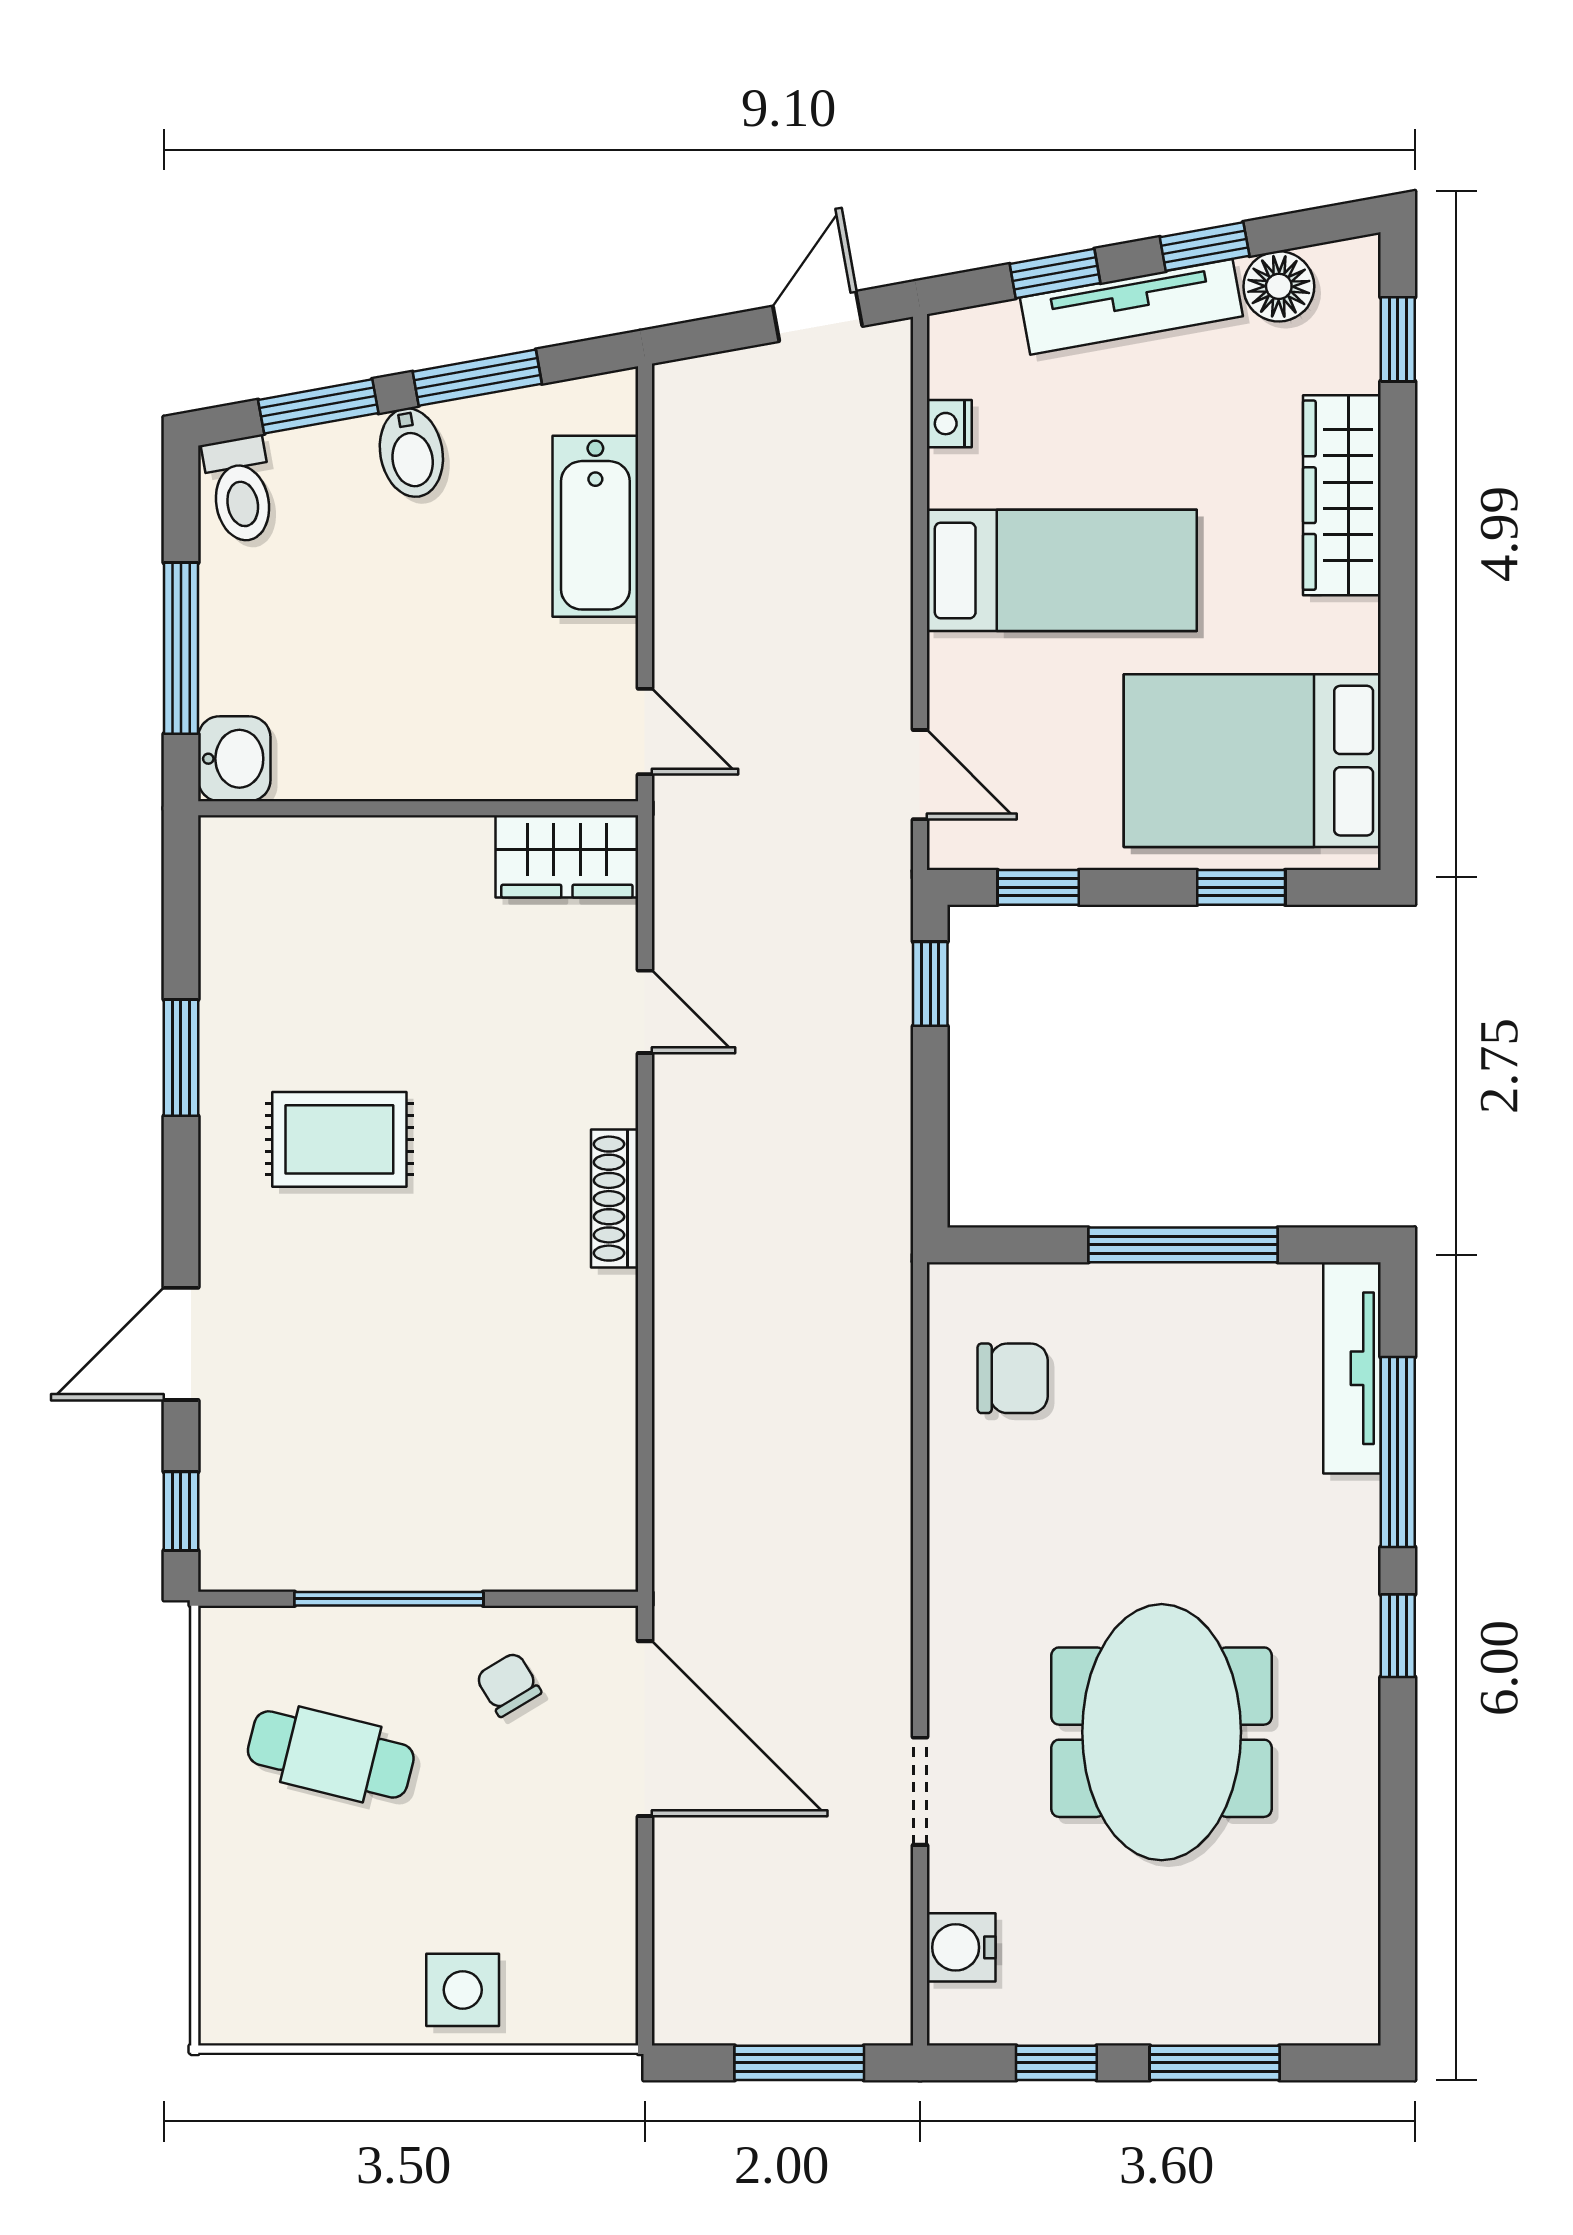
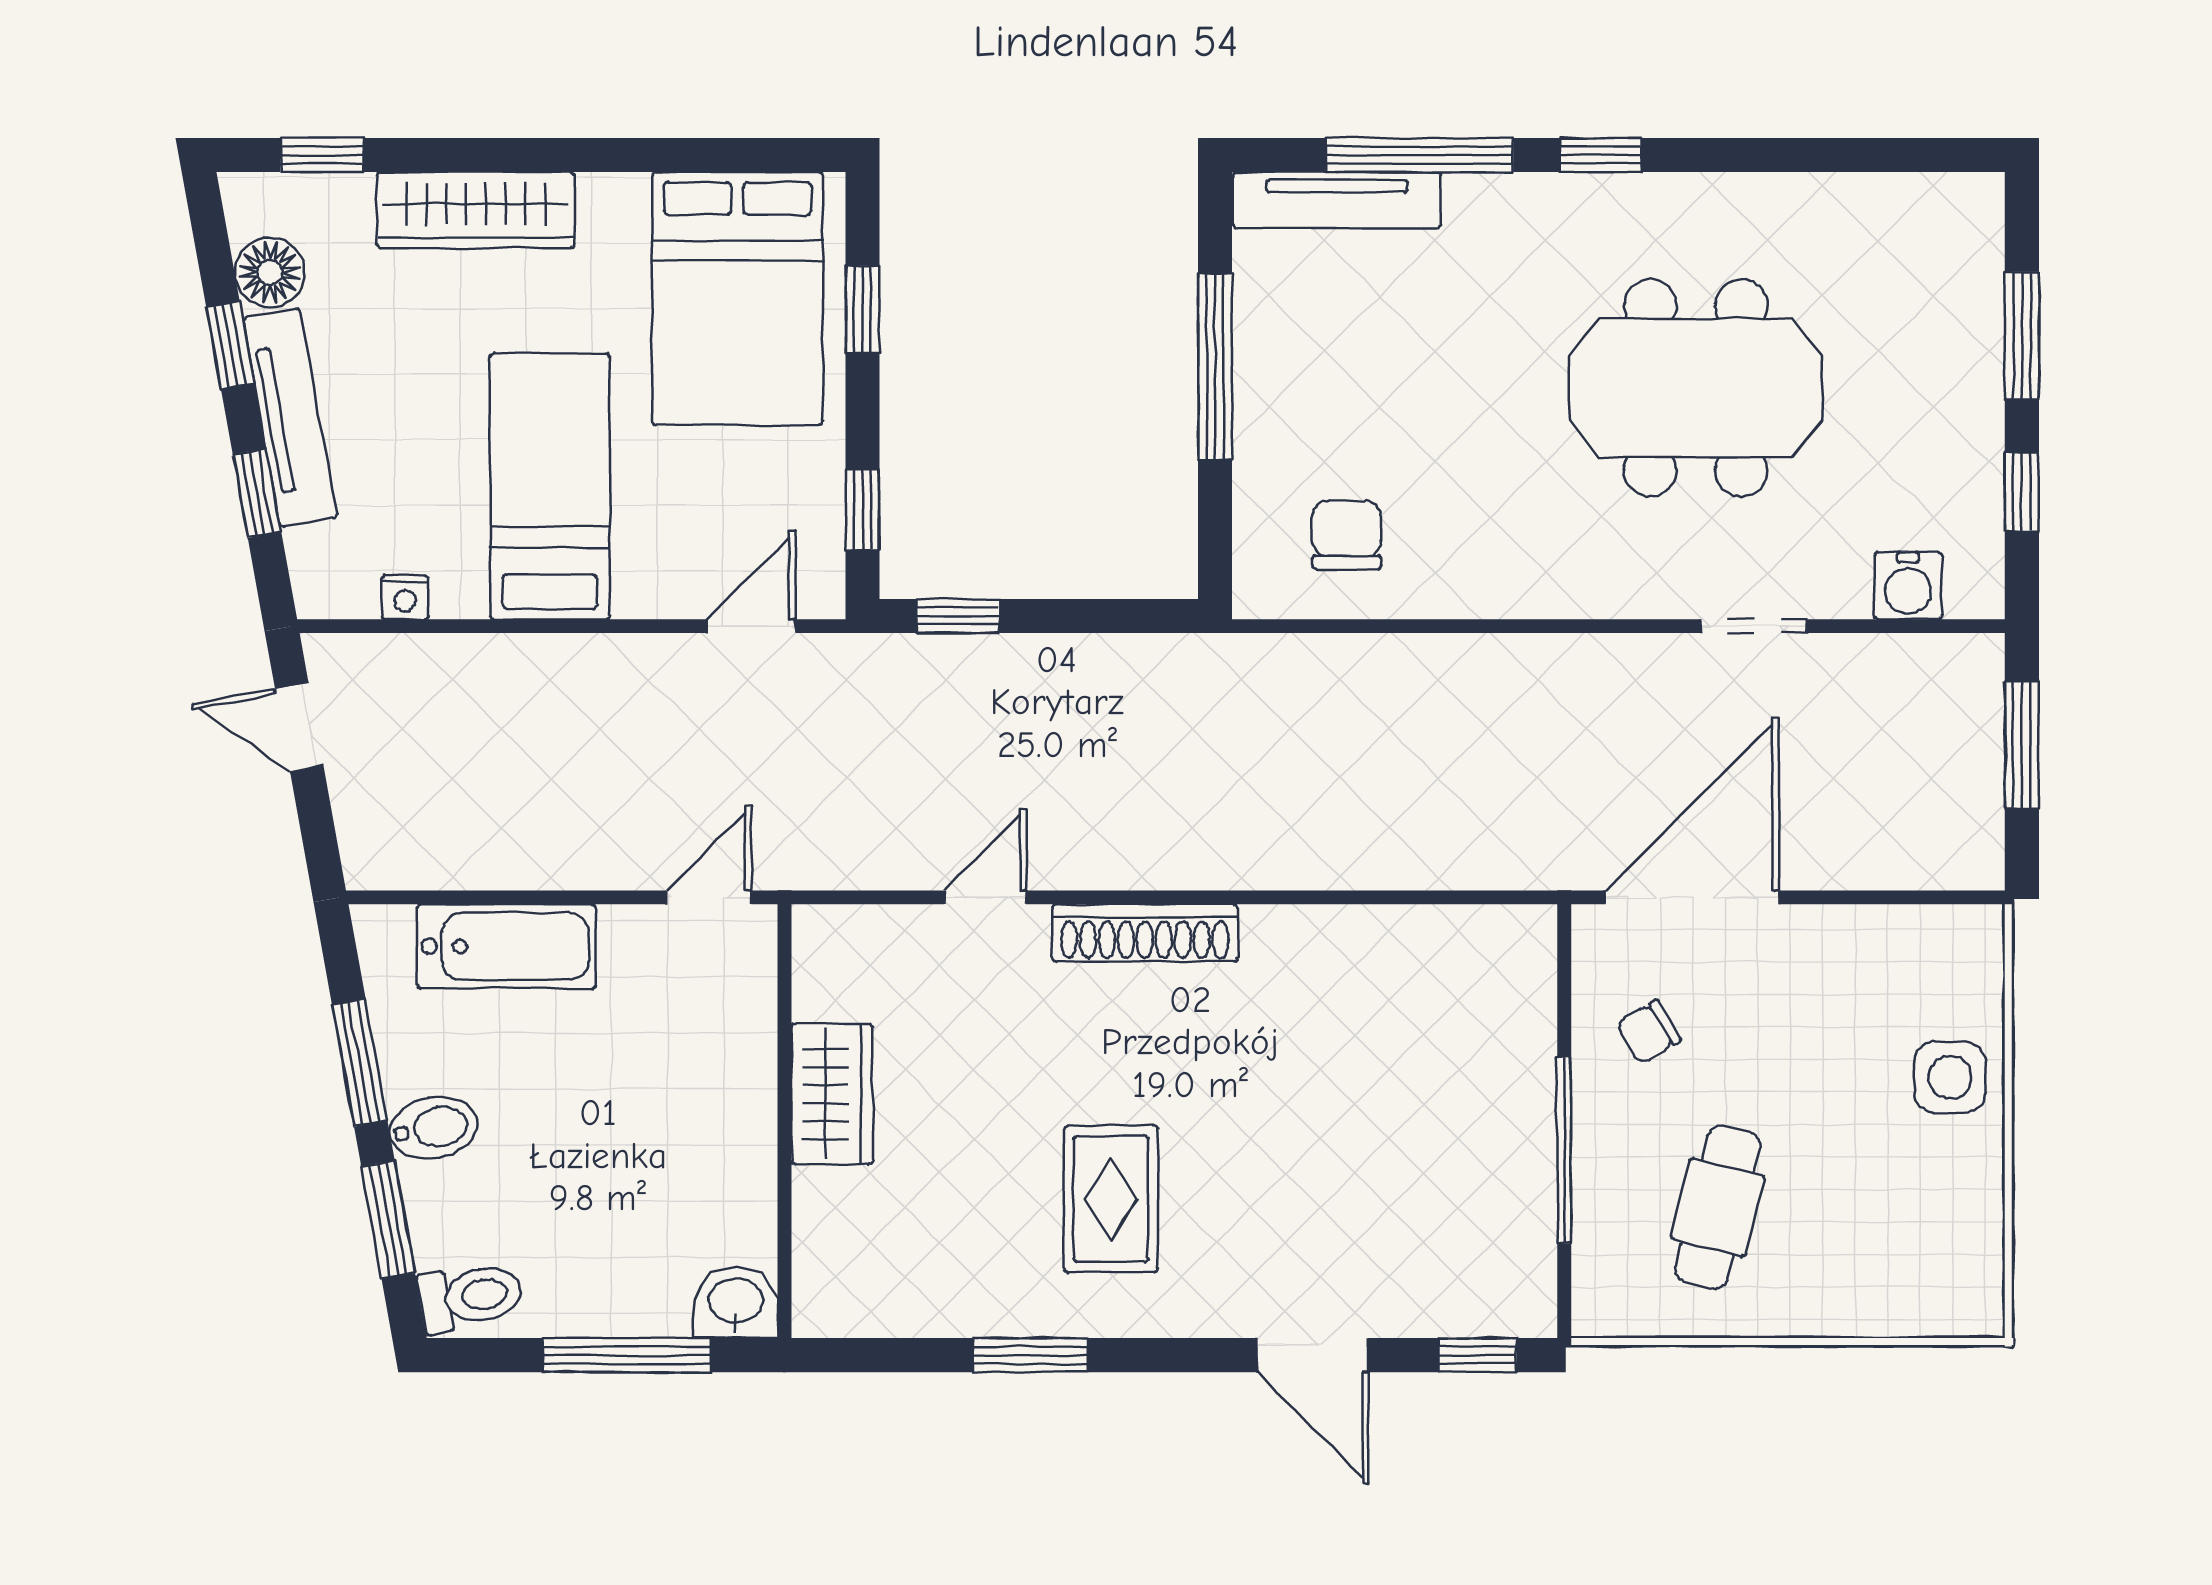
wardrobe: (567, 856) -> (832, 1094), moved
shoe rack: (615, 1199) -> (1145, 933), width x1.36, depth x1.24

